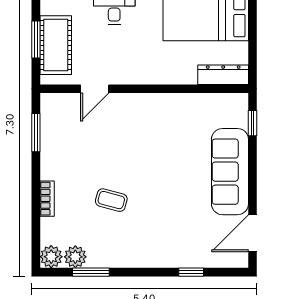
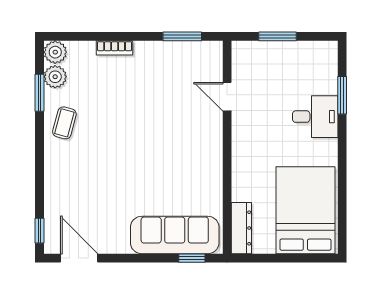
cot: (56, 45) -> (272, 57), removed
sofa: (230, 172) -> (175, 235), moved
coffee table: (111, 200) -> (64, 123), moved
window: (191, 272) -> (39, 231), moved

